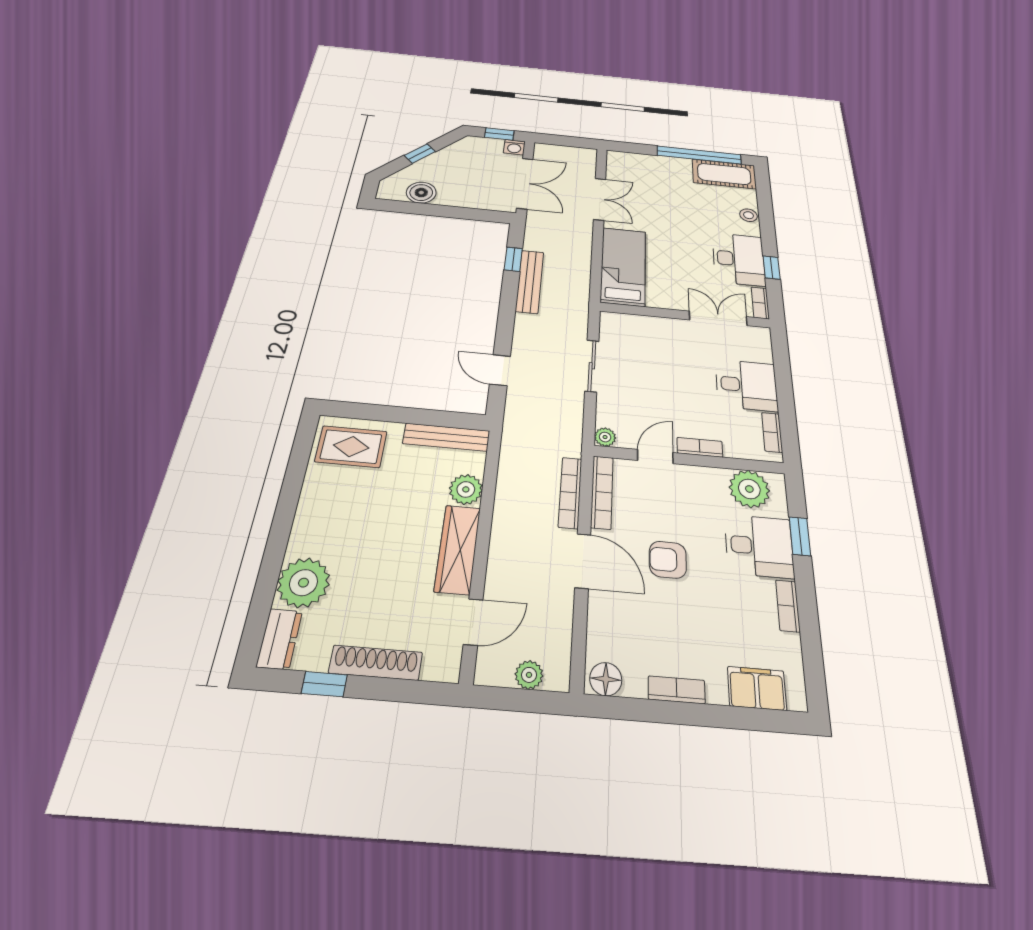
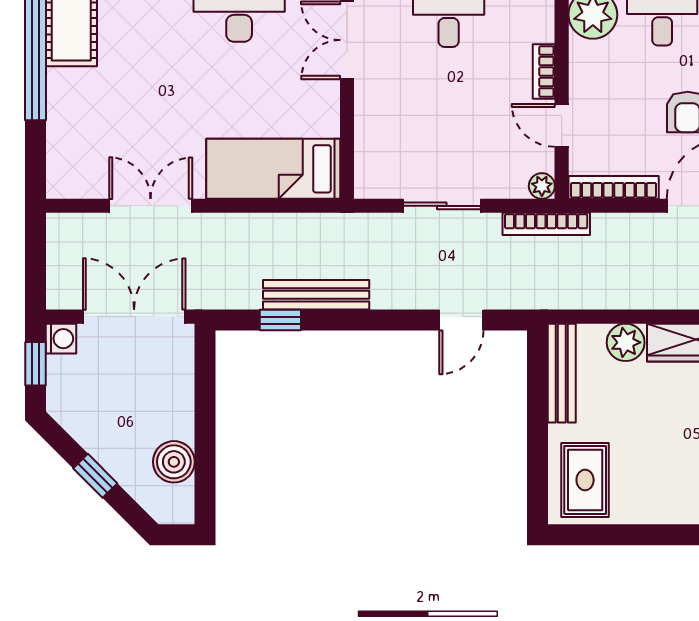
bookcase: (570, 492) -> (546, 224), moved

